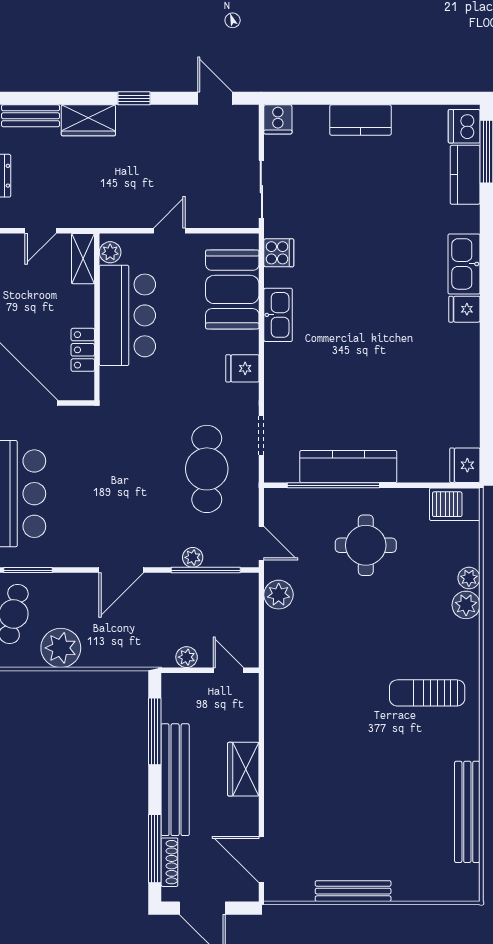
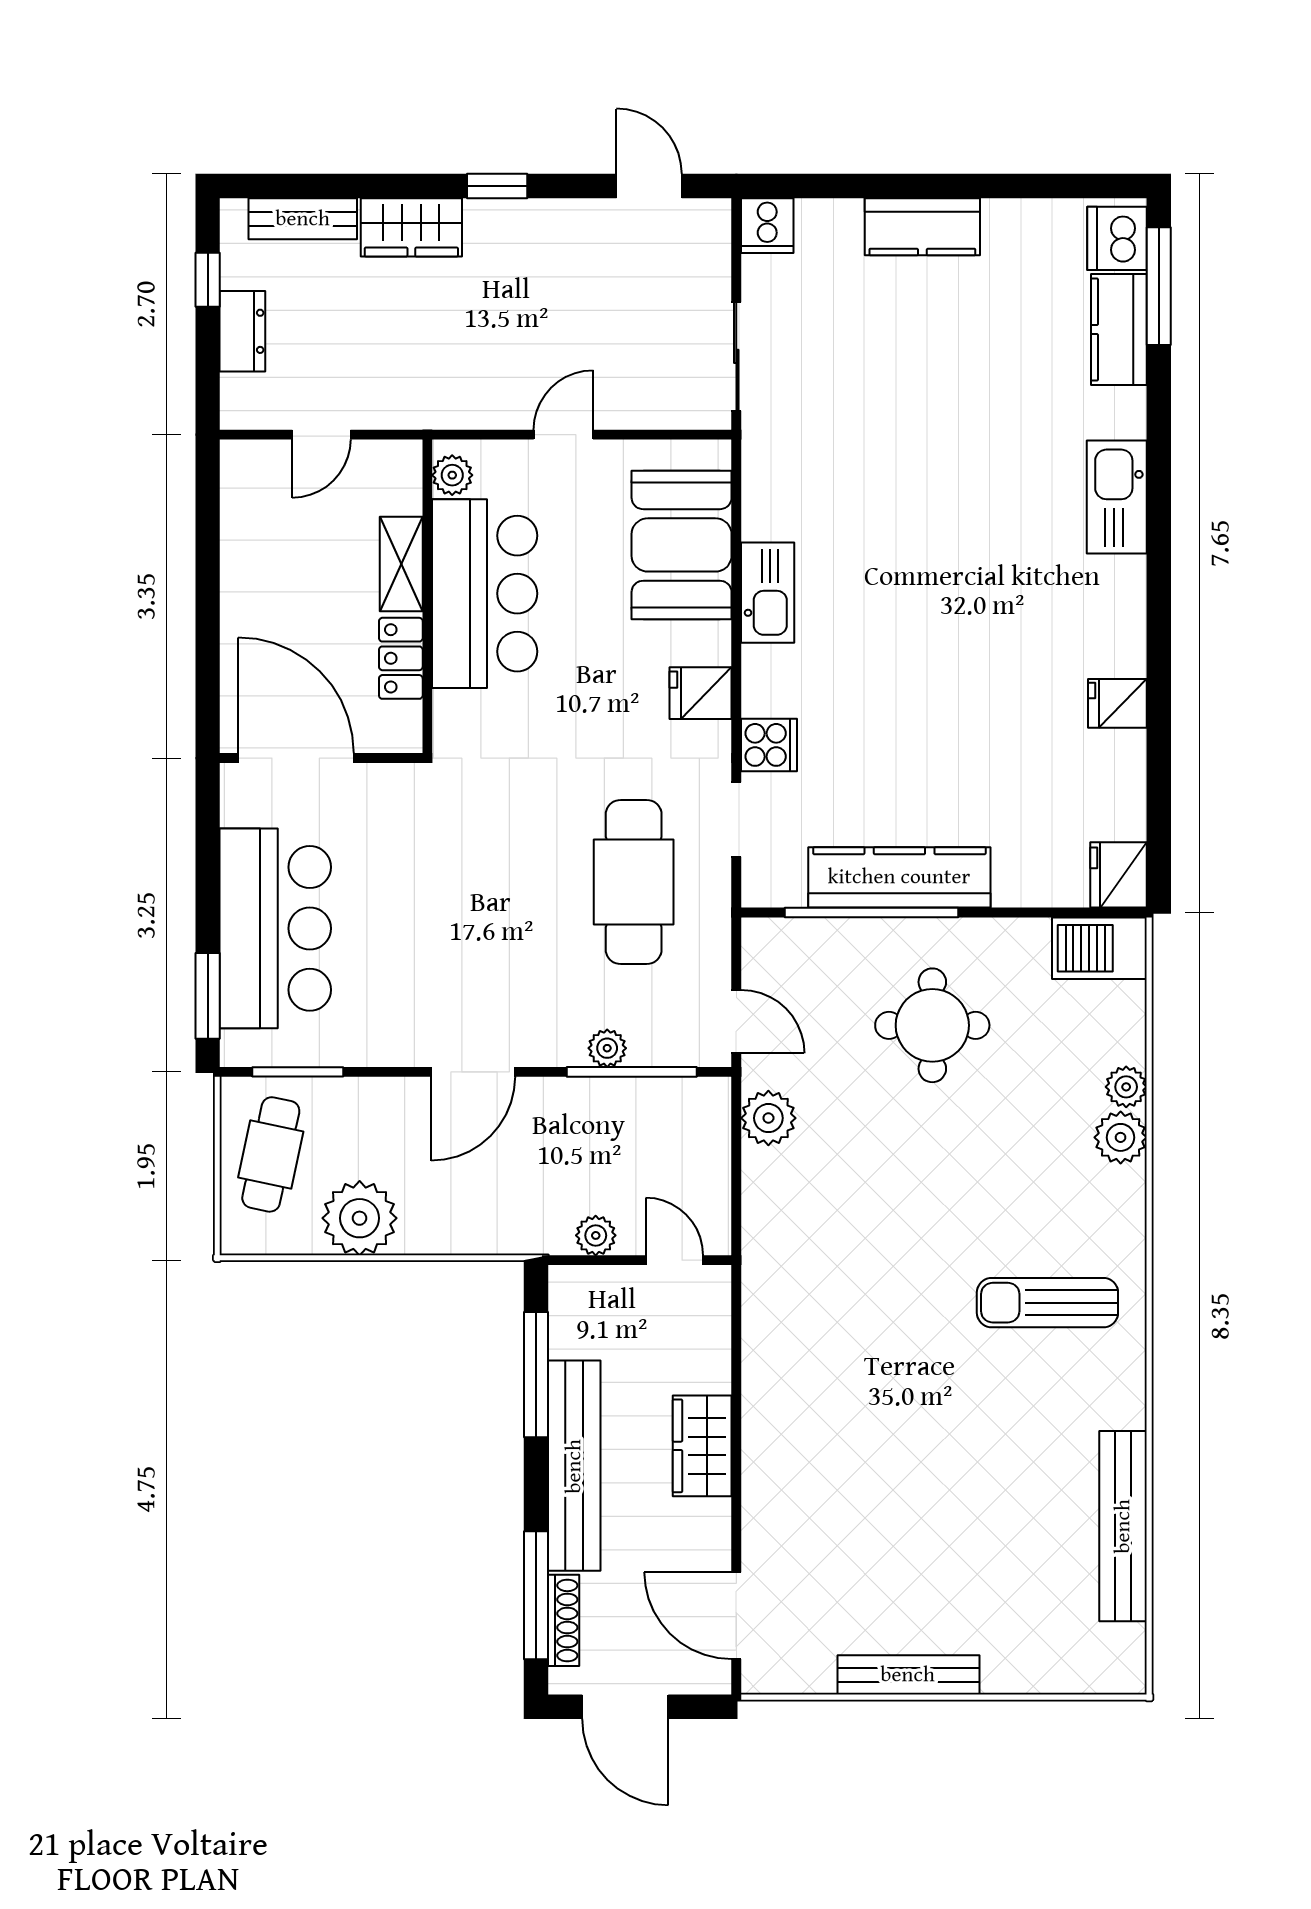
cooker: (279, 253) -> (769, 745), moved
shelving: (83, 259) -> (401, 564), moved
fridge: (464, 309) -> (1117, 703), moved

